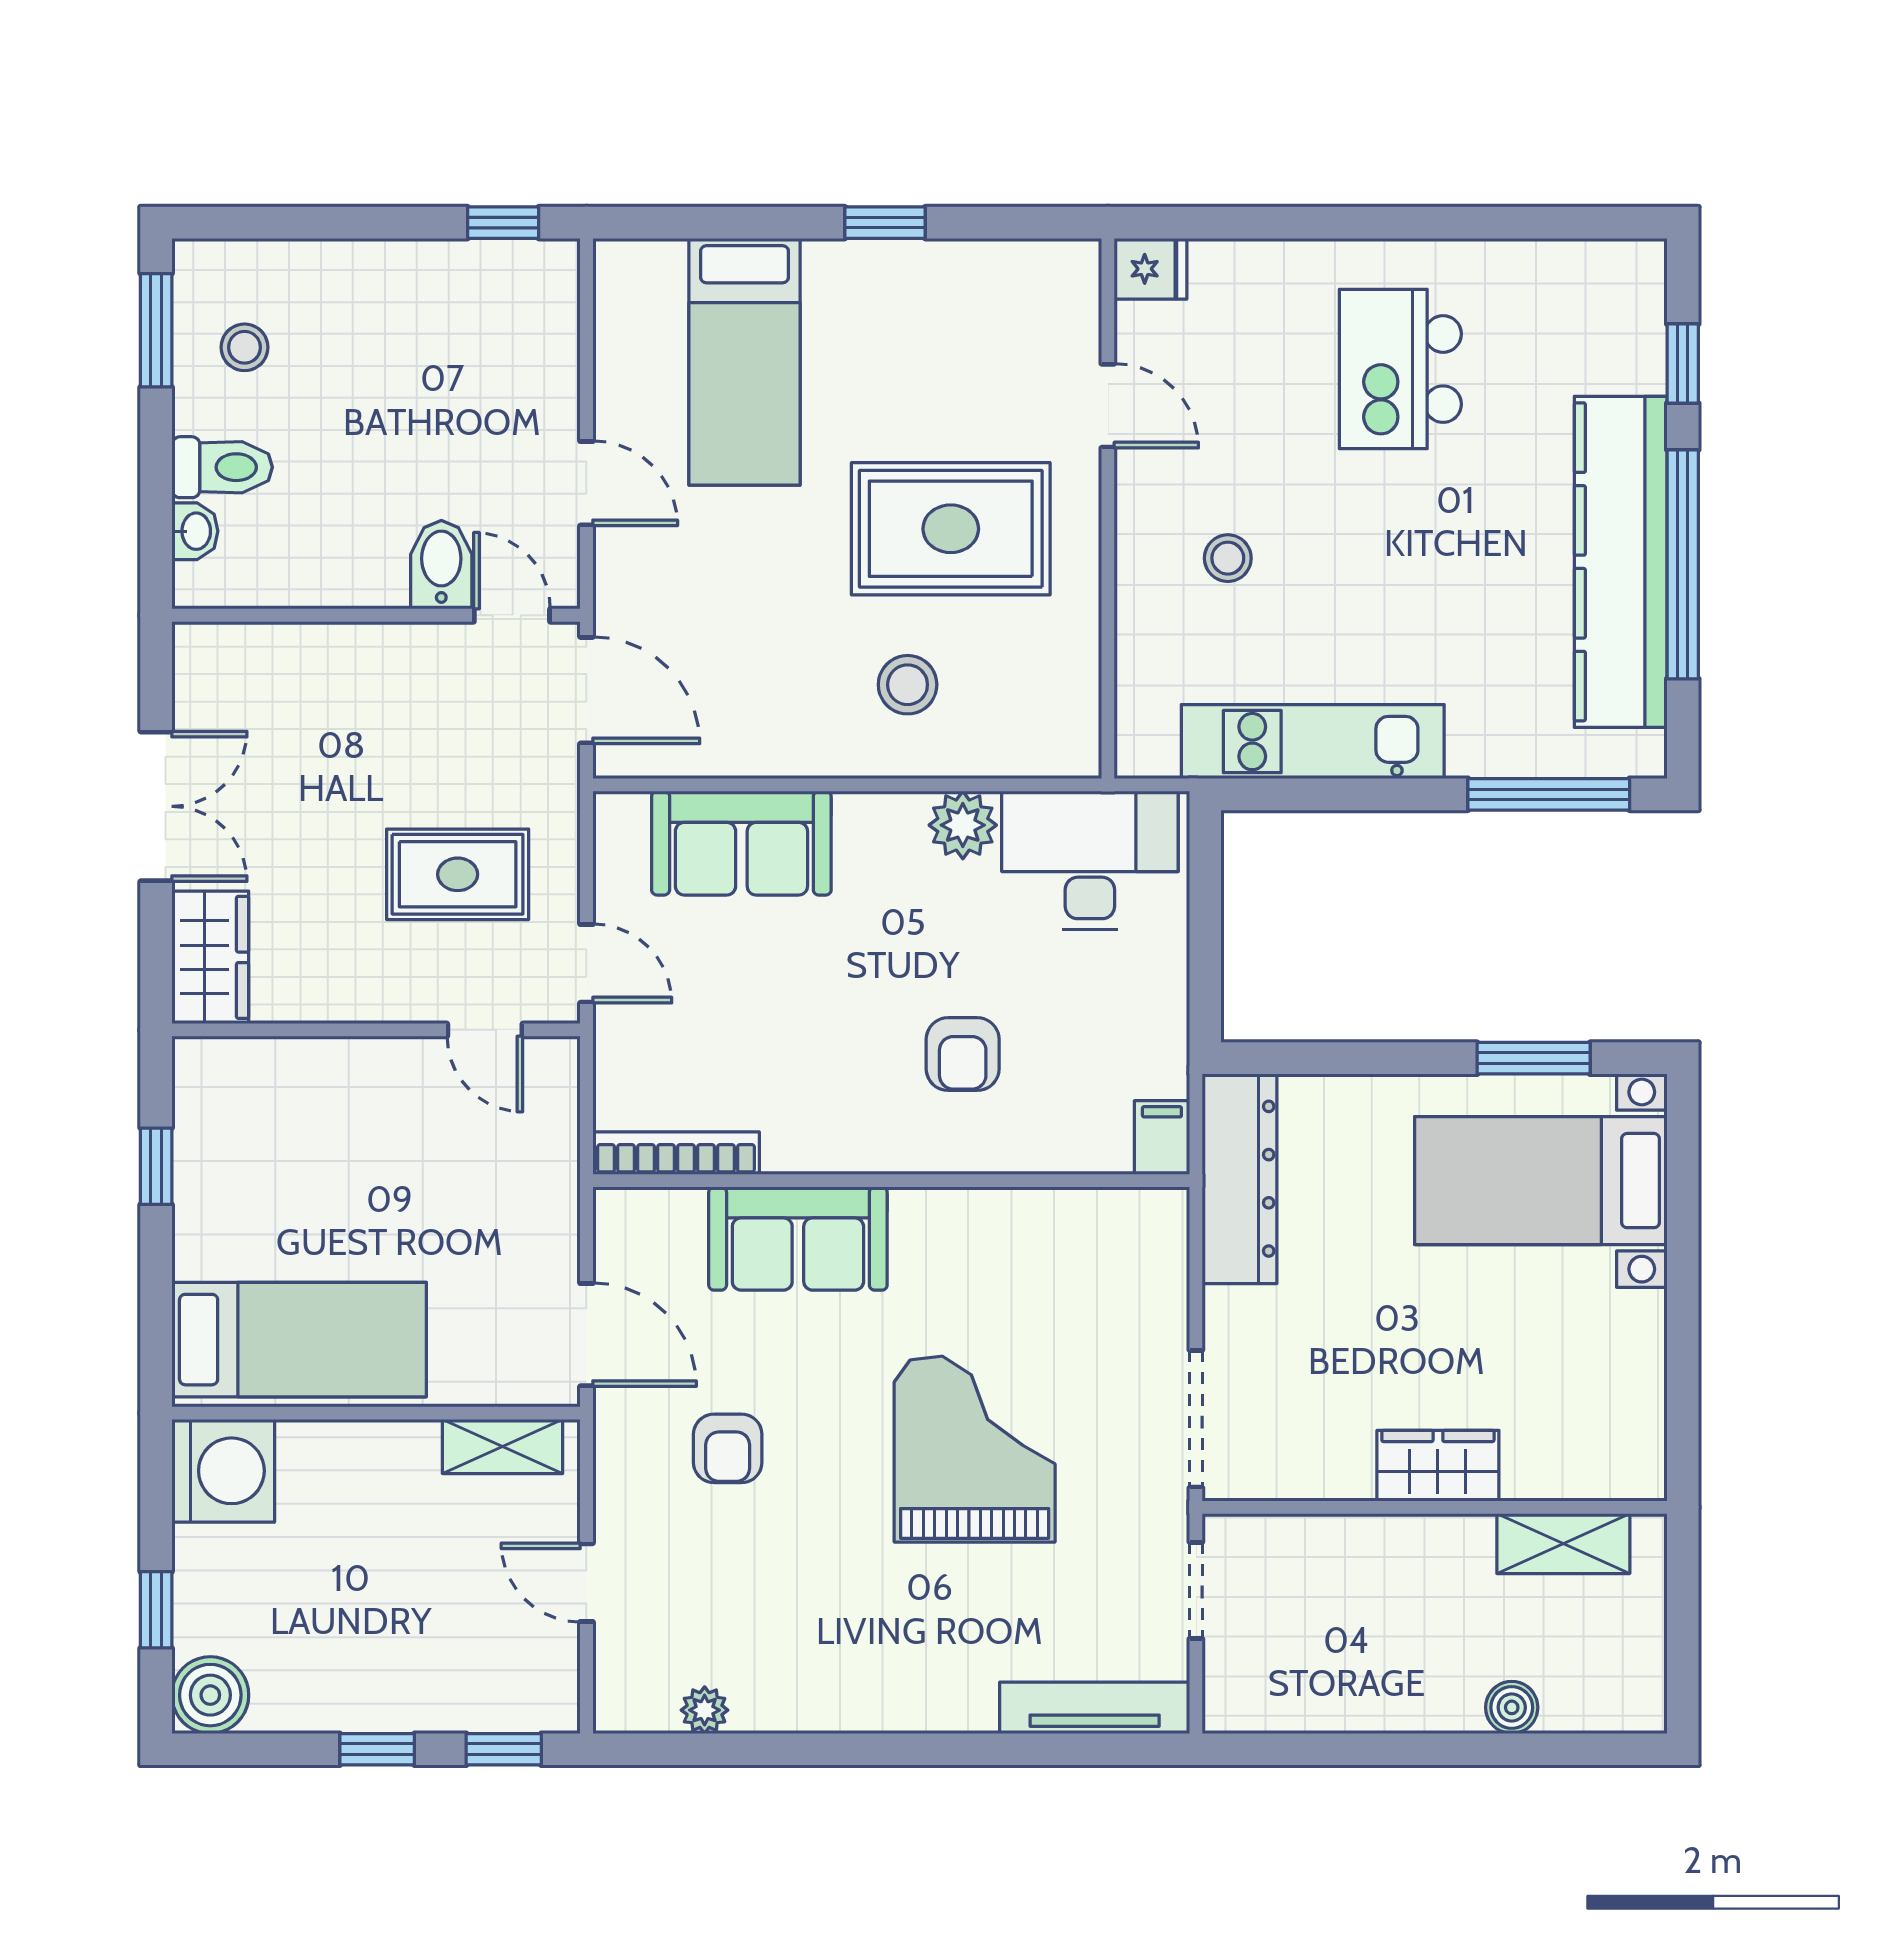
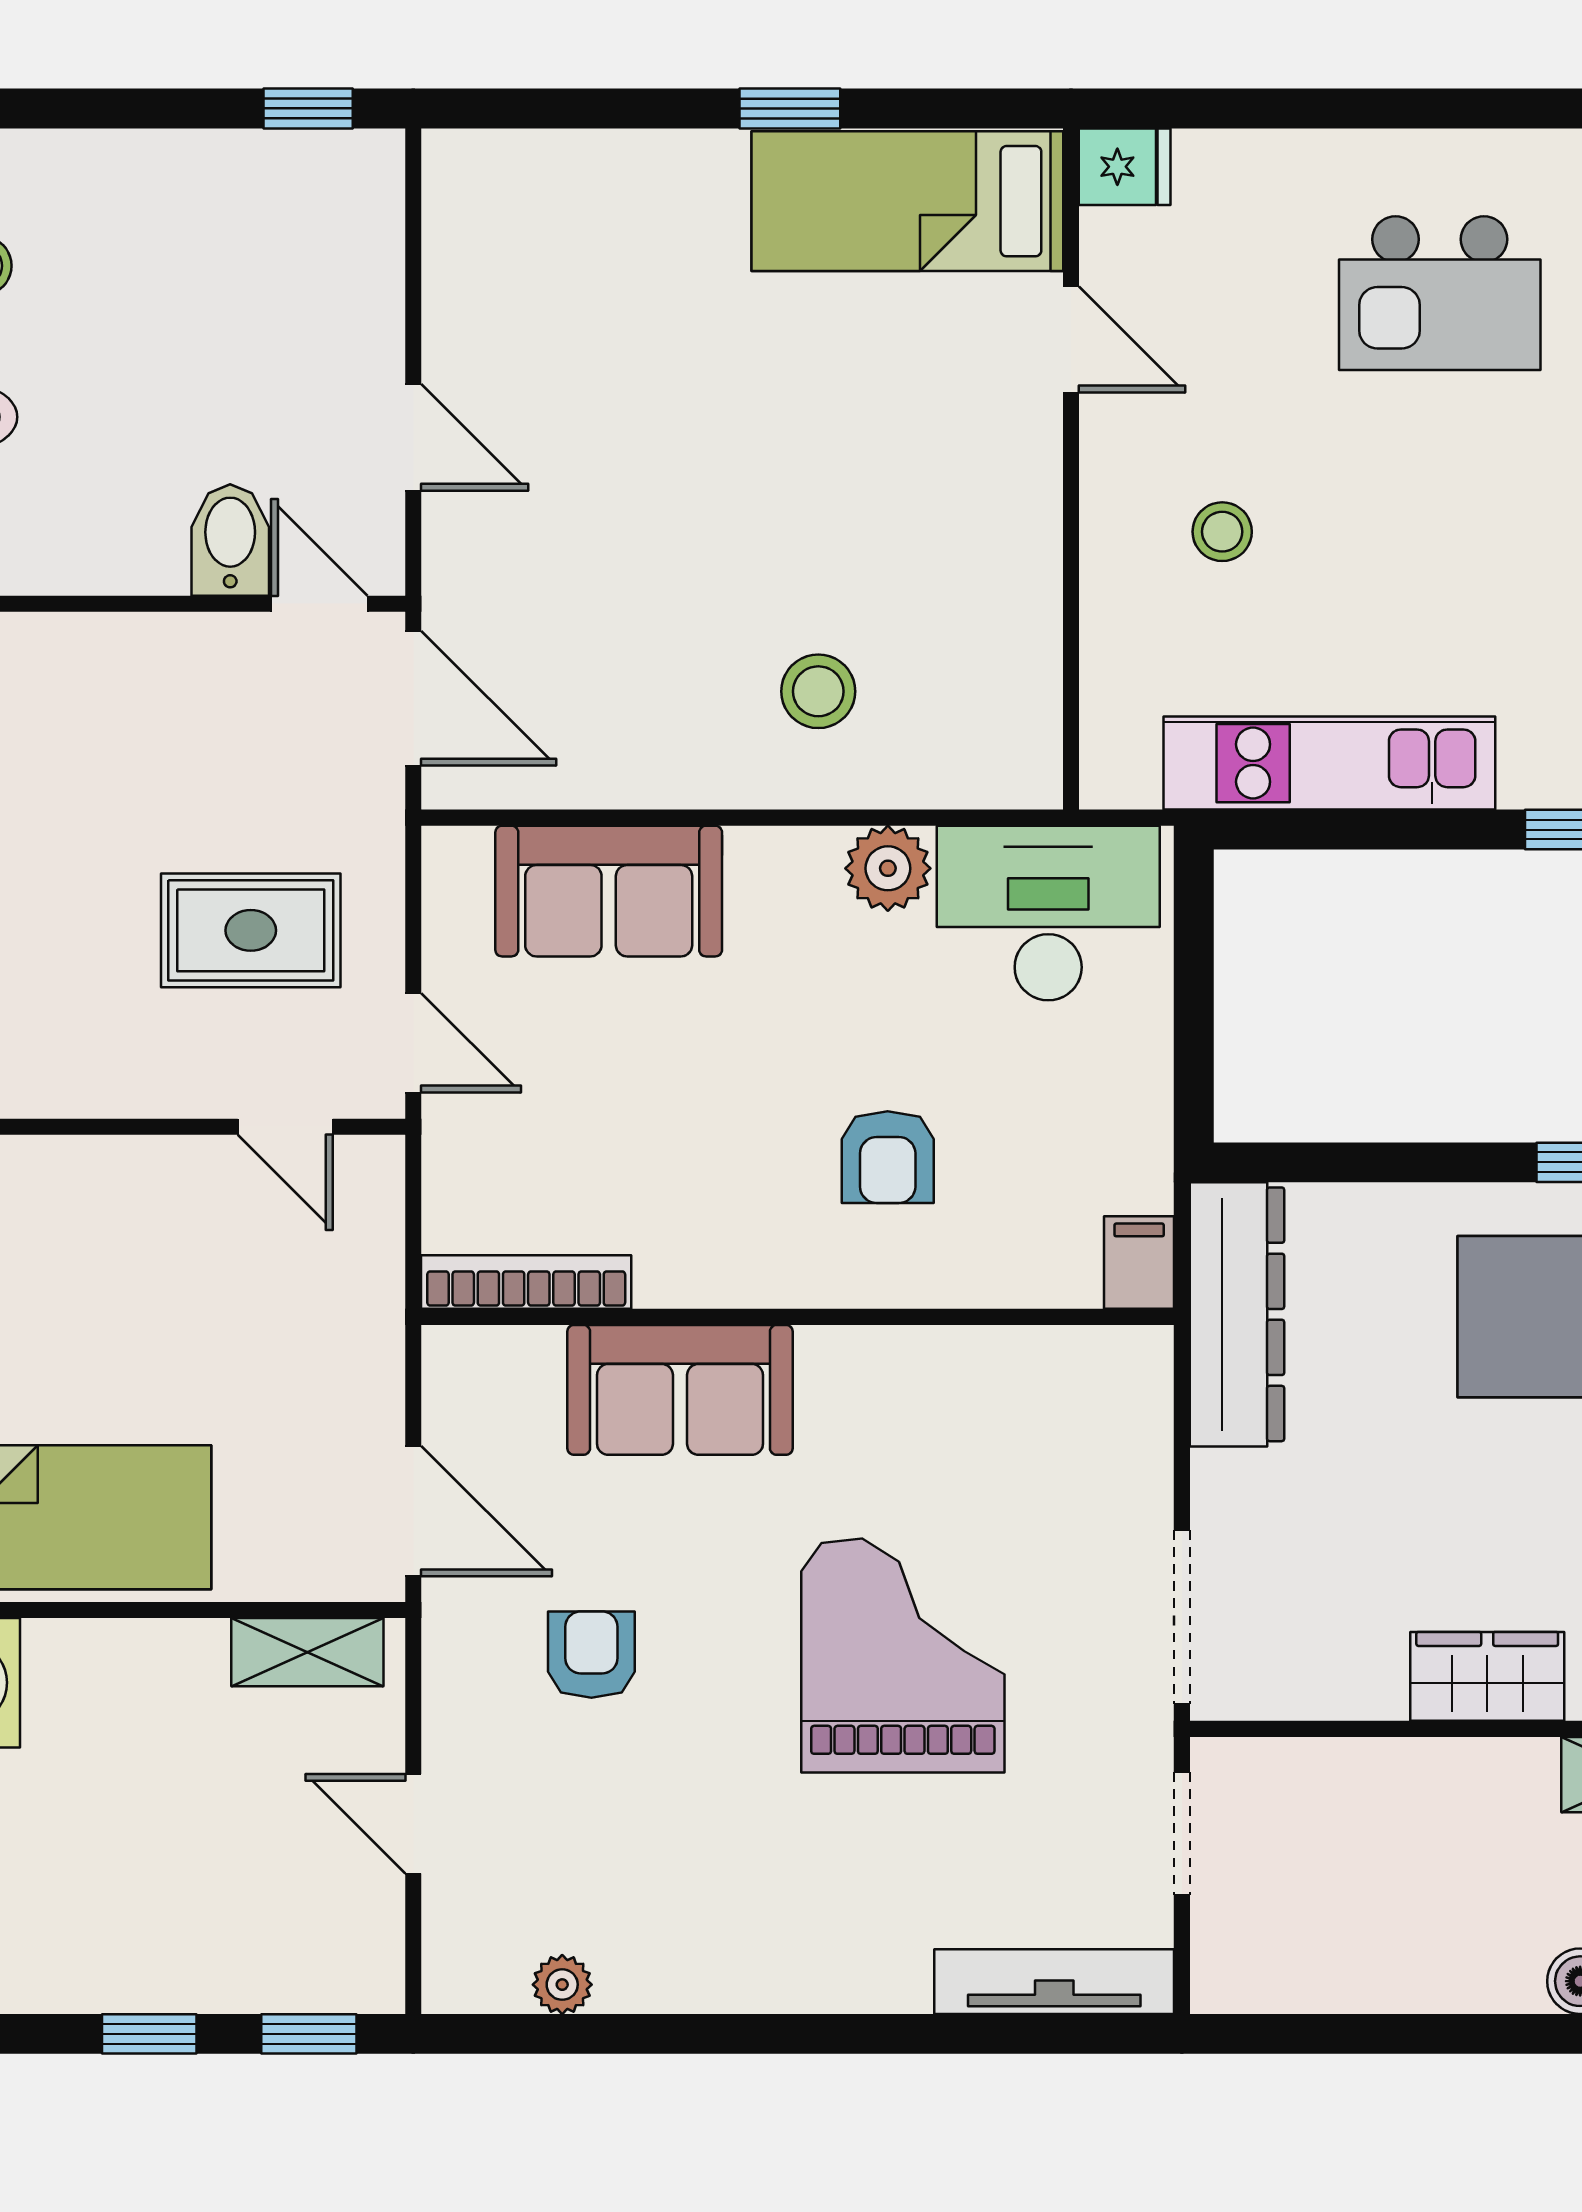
bed: (745, 362) -> (907, 201), moved, turned 90
kitchen island: (1400, 369) -> (1440, 293), turned -90
rug: (951, 529) -> (873, 495), removed
armchair: (728, 1448) -> (591, 1655), turned 180

